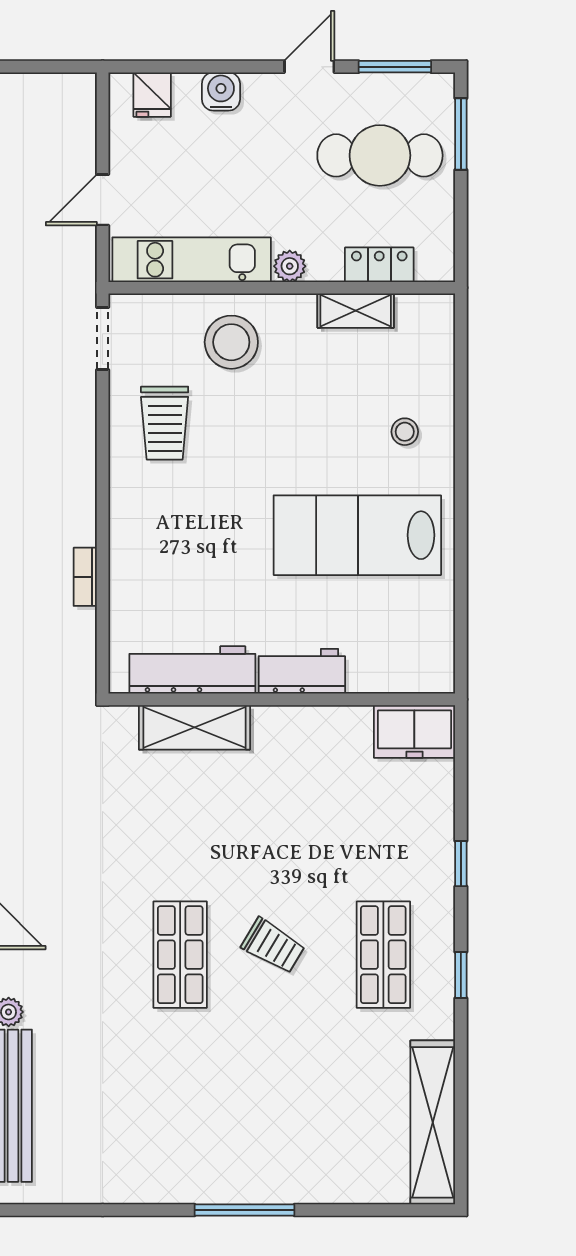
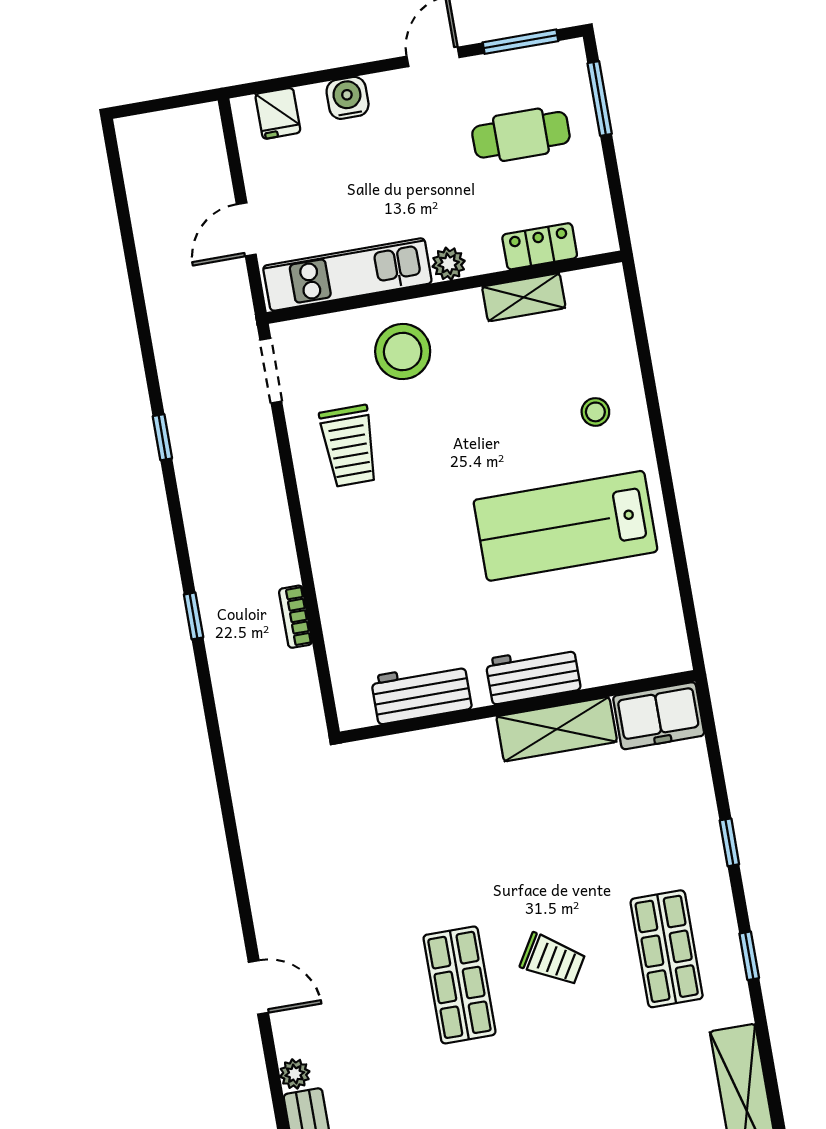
cafe table: (380, 155) -> (521, 135), width x0.73, depth x0.74
workbench: (192, 670) -> (421, 693), width x0.73
shelving: (194, 727) -> (557, 729), moved

